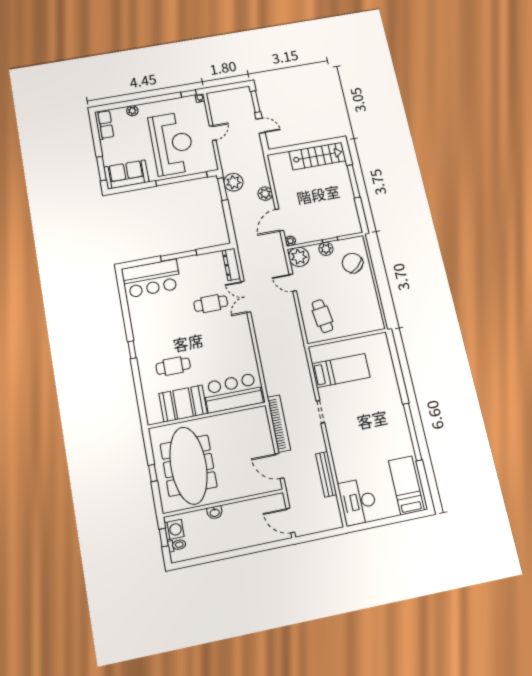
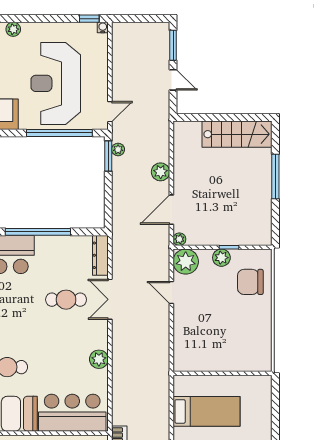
door: (213, 133) -> (110, 112), moved
reception desk: (172, 144) -> (56, 83), turned 180
plant: (233, 182) -> (118, 149), width x0.53, depth x0.53
window: (179, 256) -> (38, 232), width x1.46
chair: (352, 263) -> (250, 282), turned -48
cafe table: (322, 316) -> (199, 341), removed
plant: (246, 346) -> (99, 359), added

